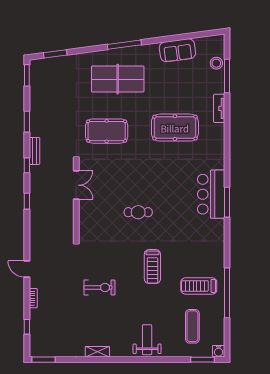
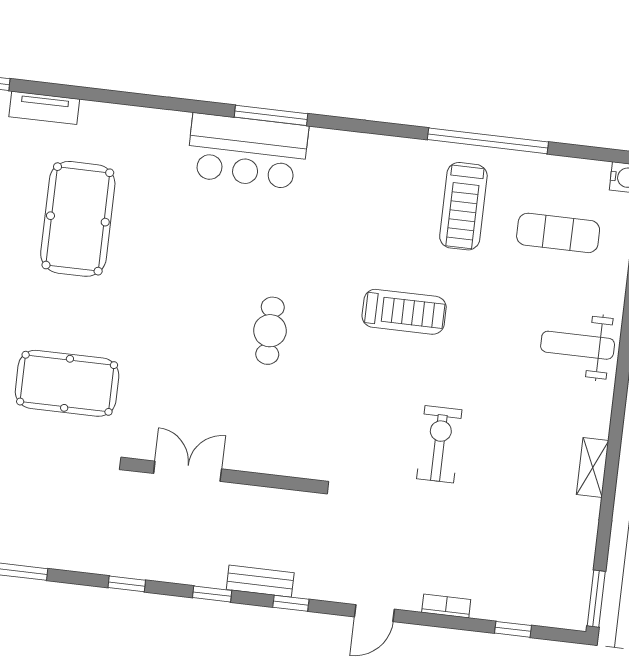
pool table: (107, 131) -> (67, 383), turned 90
bench: (34, 151) -> (260, 581), moved
window: (27, 234) -> (291, 603), added

